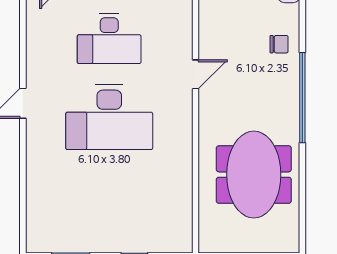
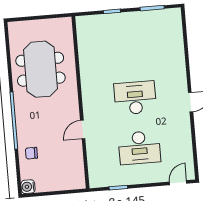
desk: (109, 39) -> (139, 148), turned 180
desk: (109, 117) -> (135, 98), width x0.73, depth x0.77

